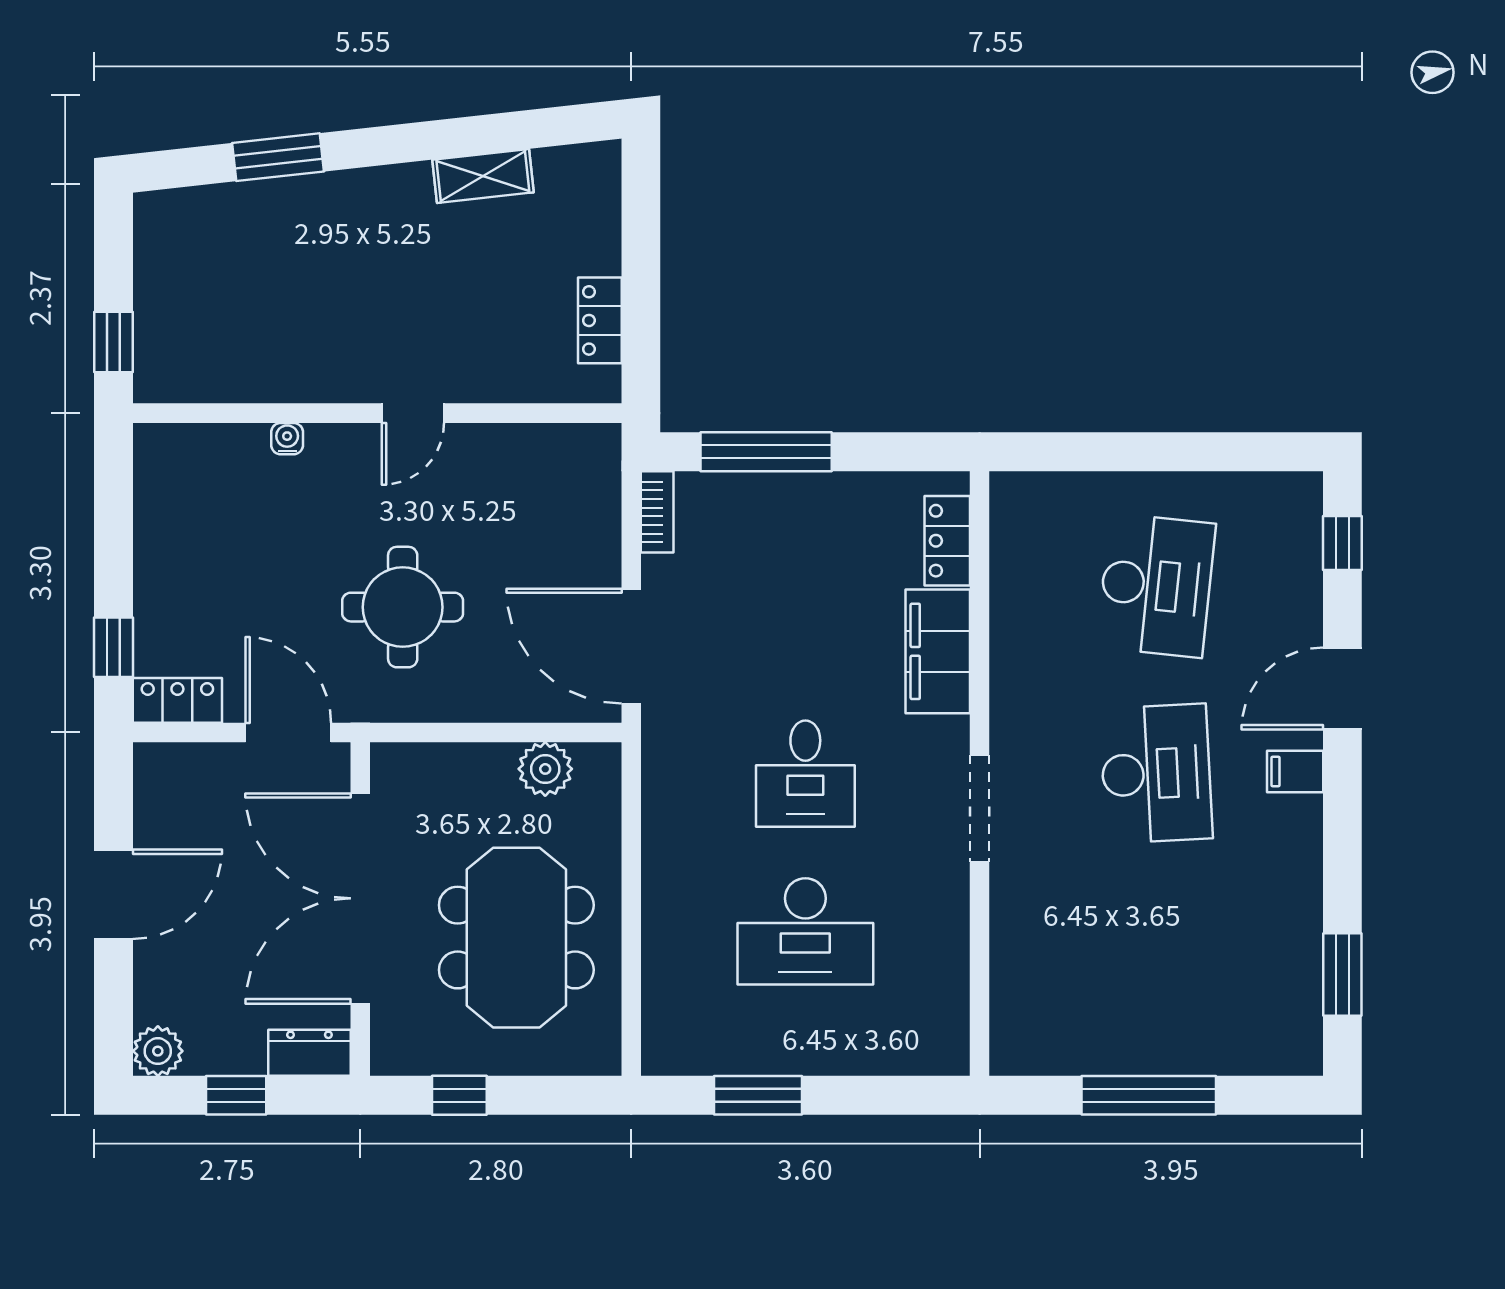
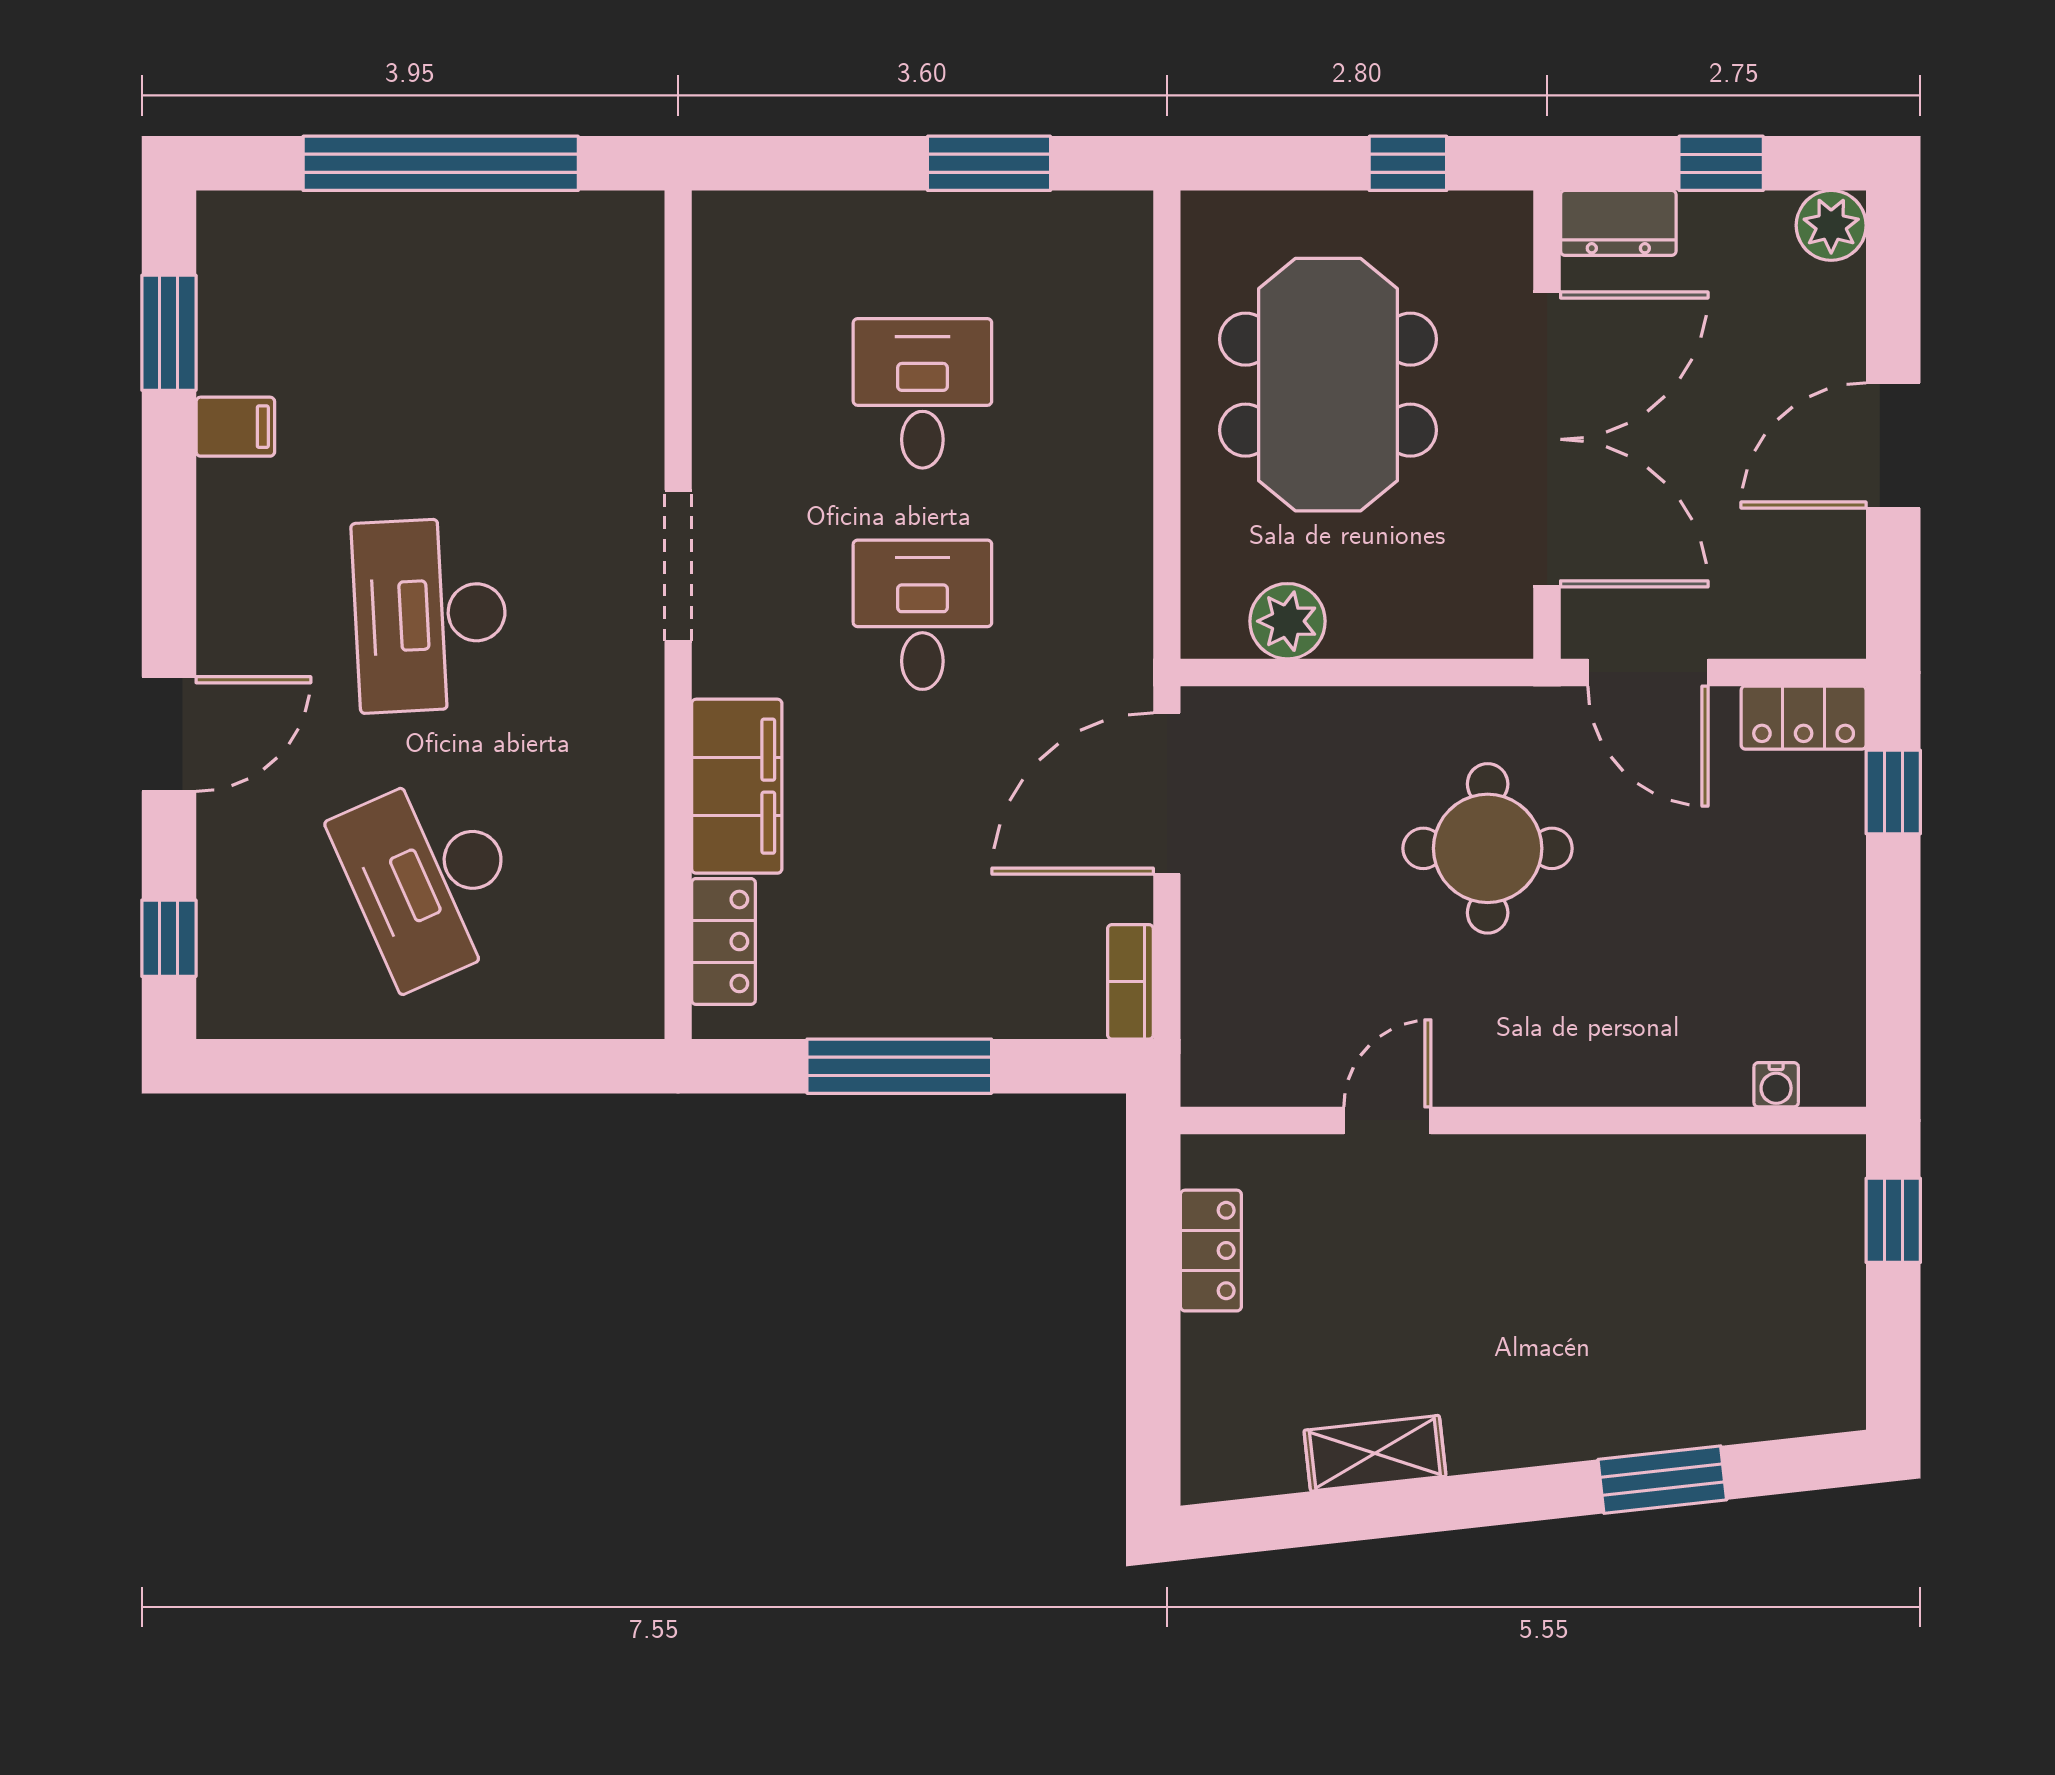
door: (413, 413) -> (1387, 1120), moved
water cooler: (287, 439) -> (1776, 1085), moved
window: (766, 452) -> (899, 1066), moved
desk: (1156, 585) -> (430, 879), turned -30
door: (631, 646) -> (1167, 794), swing flipped
filing cabinet: (1295, 771) -> (235, 427), moved
desk: (805, 931) -> (922, 393), width x0.73
window: (1149, 1095) -> (441, 163), width x1.46

